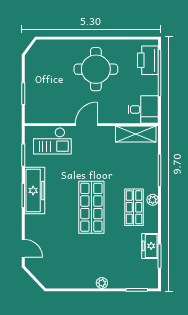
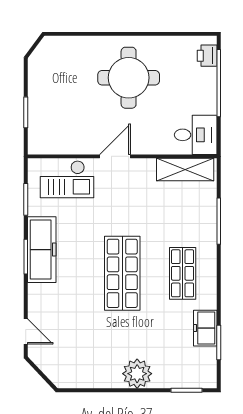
printer: (148, 60) -> (207, 56), width x0.53, depth x0.68
plant: (153, 200) -> (209, 263), removed
plant: (102, 283) -> (137, 374), width x1.87, depth x1.87

